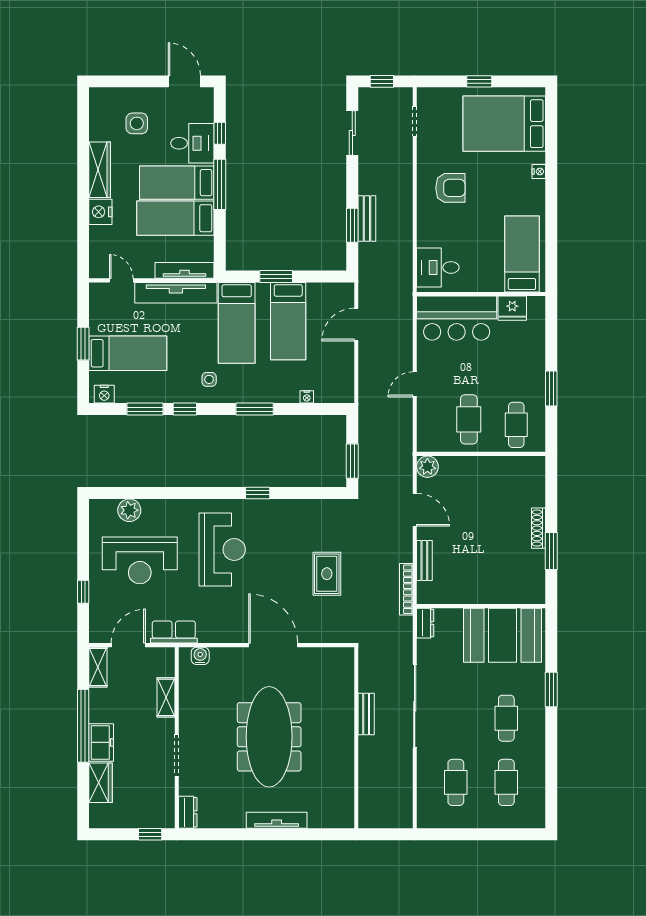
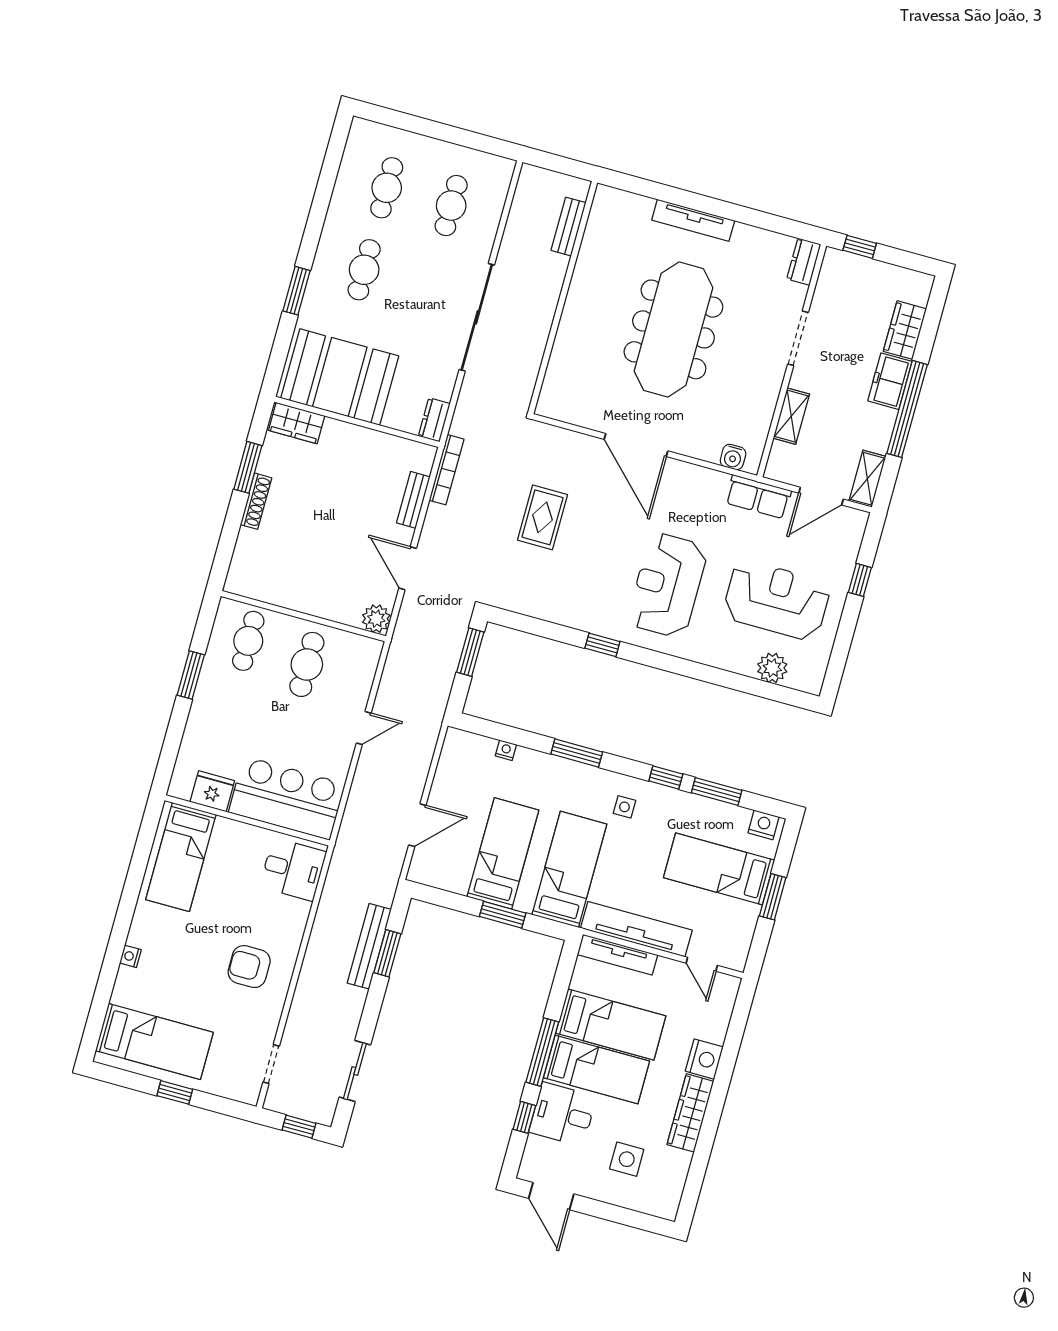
bed: (504, 124) -> (154, 1041), width x0.67
bench: (367, 218) -> (369, 946), width x1.36
wardrobe: (525, 593) -> (297, 423), added
bench: (366, 714) -> (569, 227), moved

